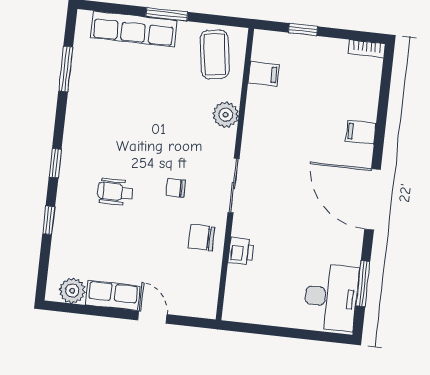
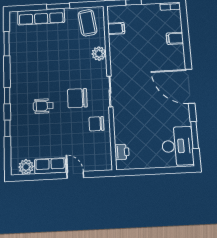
filing cabinet: (361, 132) -> (175, 38), moved
chair: (176, 188) -> (77, 98), width x1.87, depth x1.87
printer: (241, 251) -> (122, 152), moved

